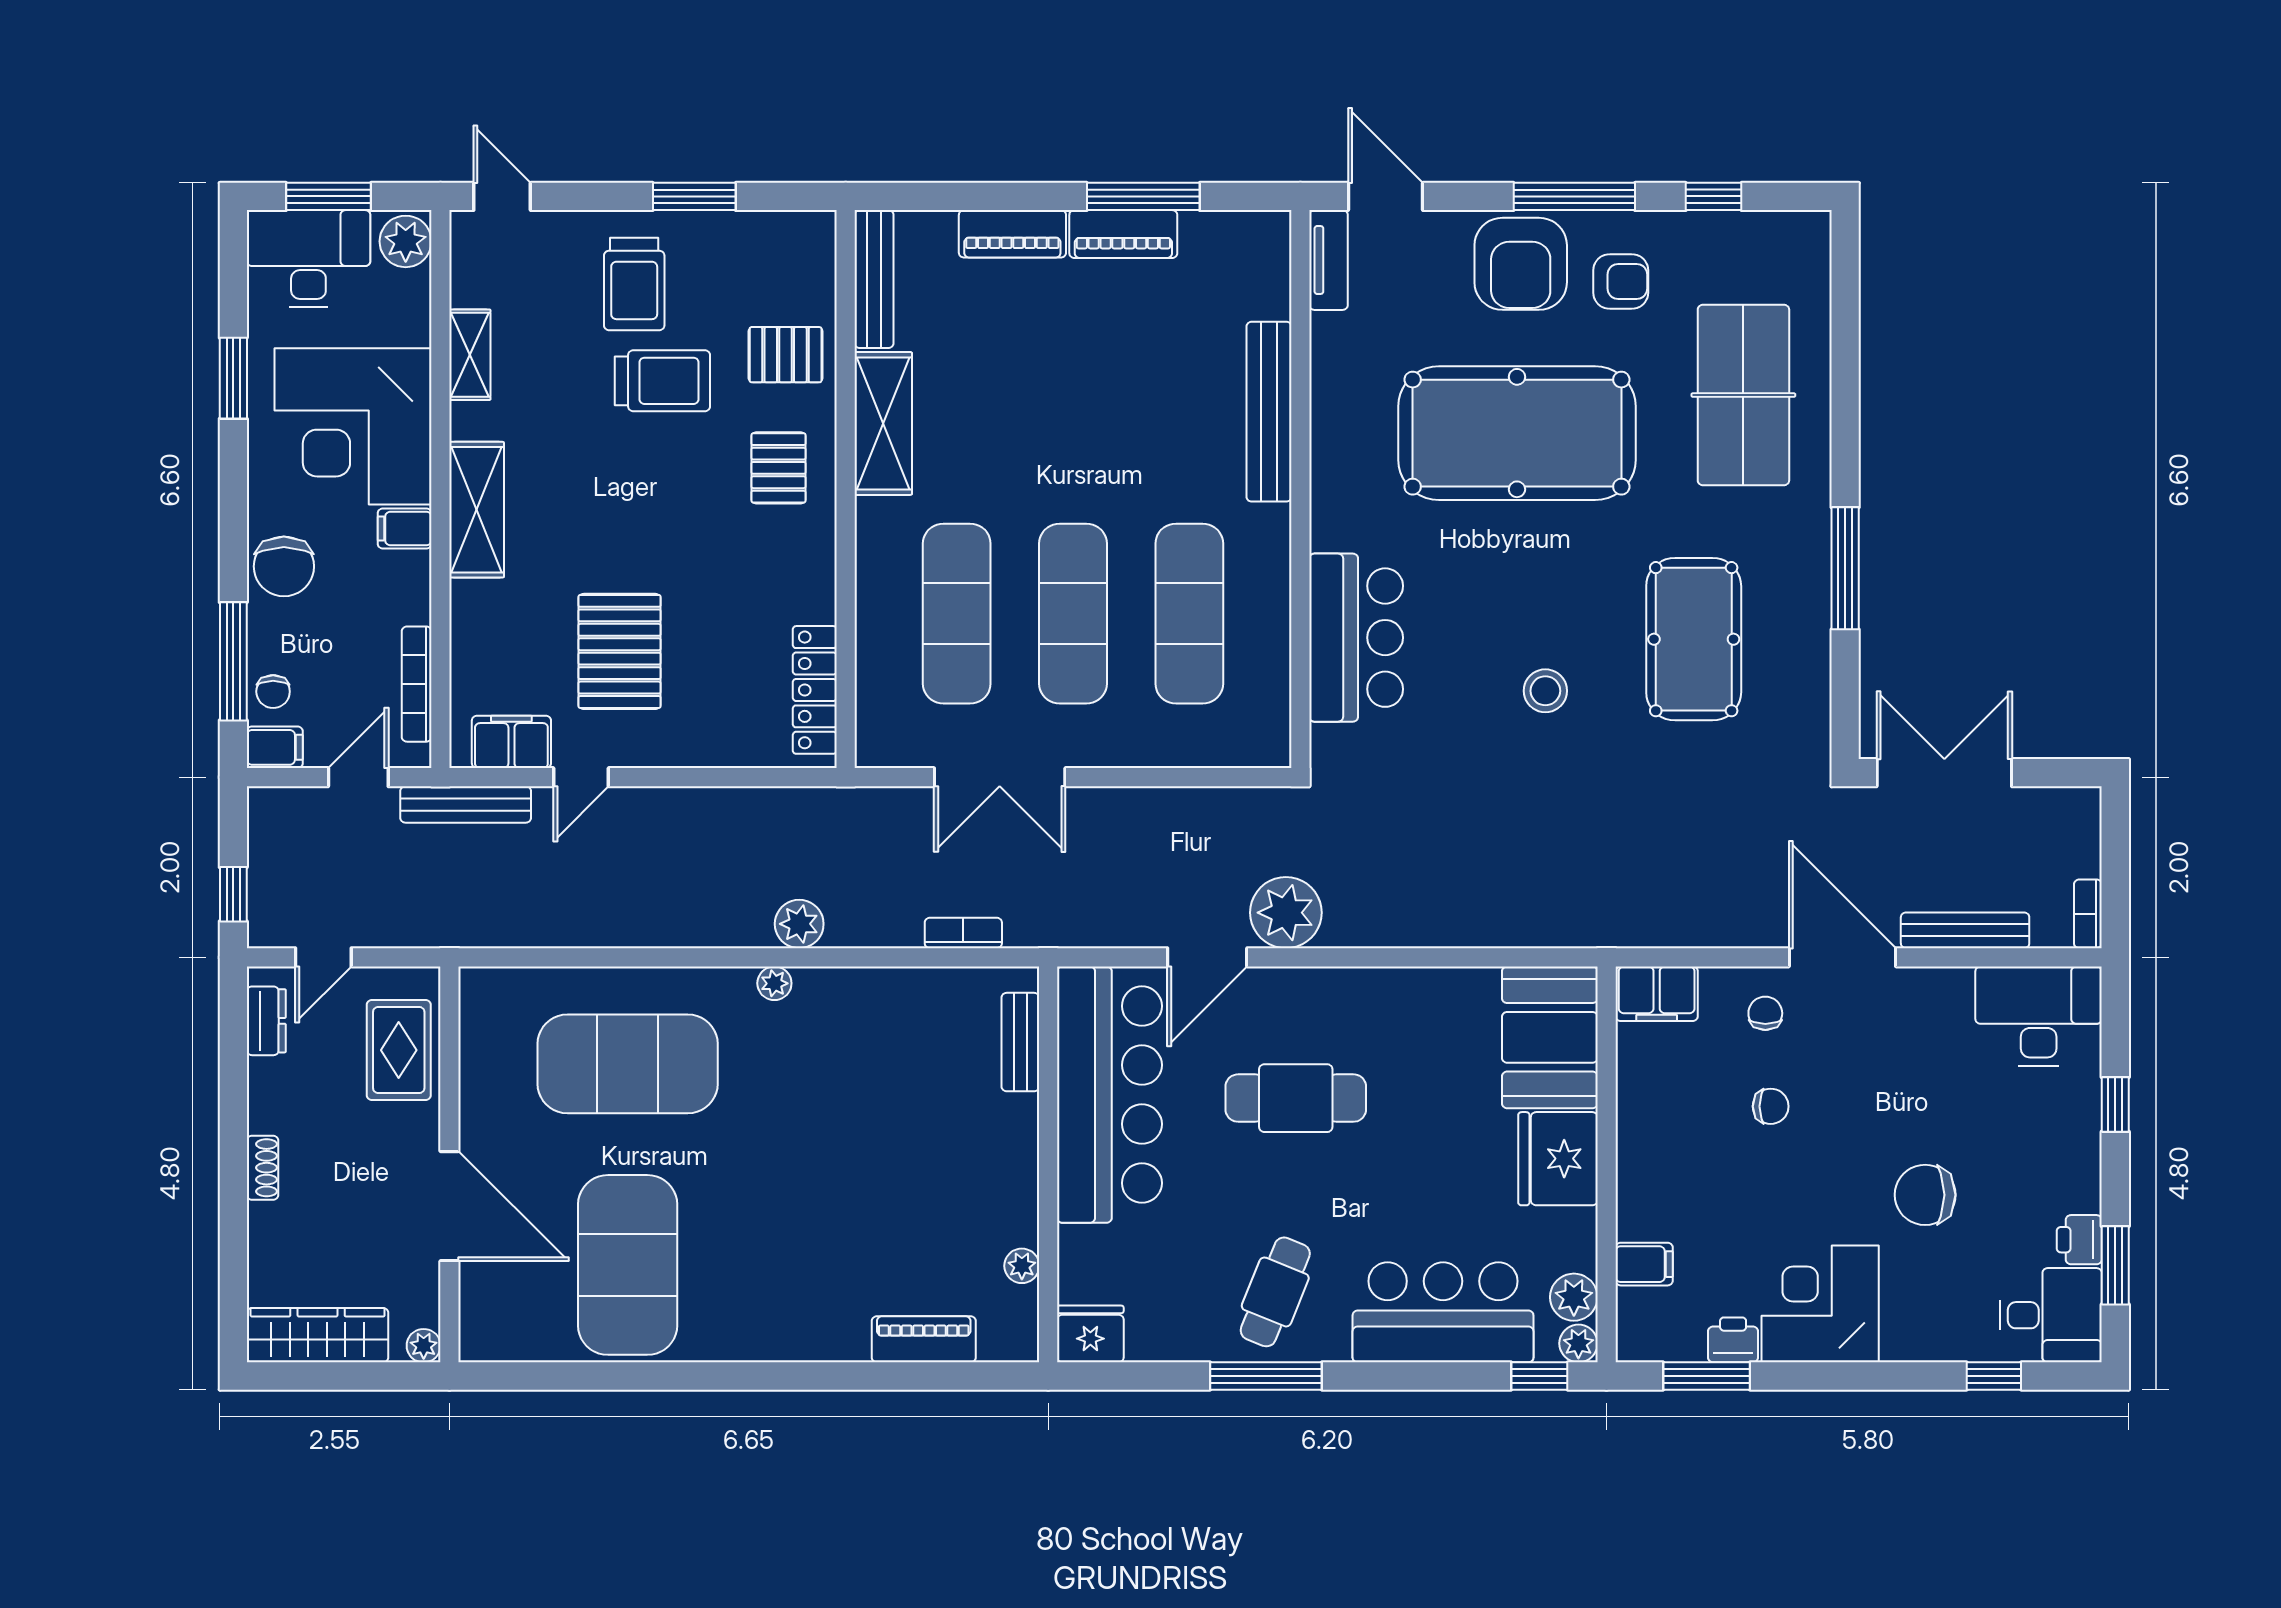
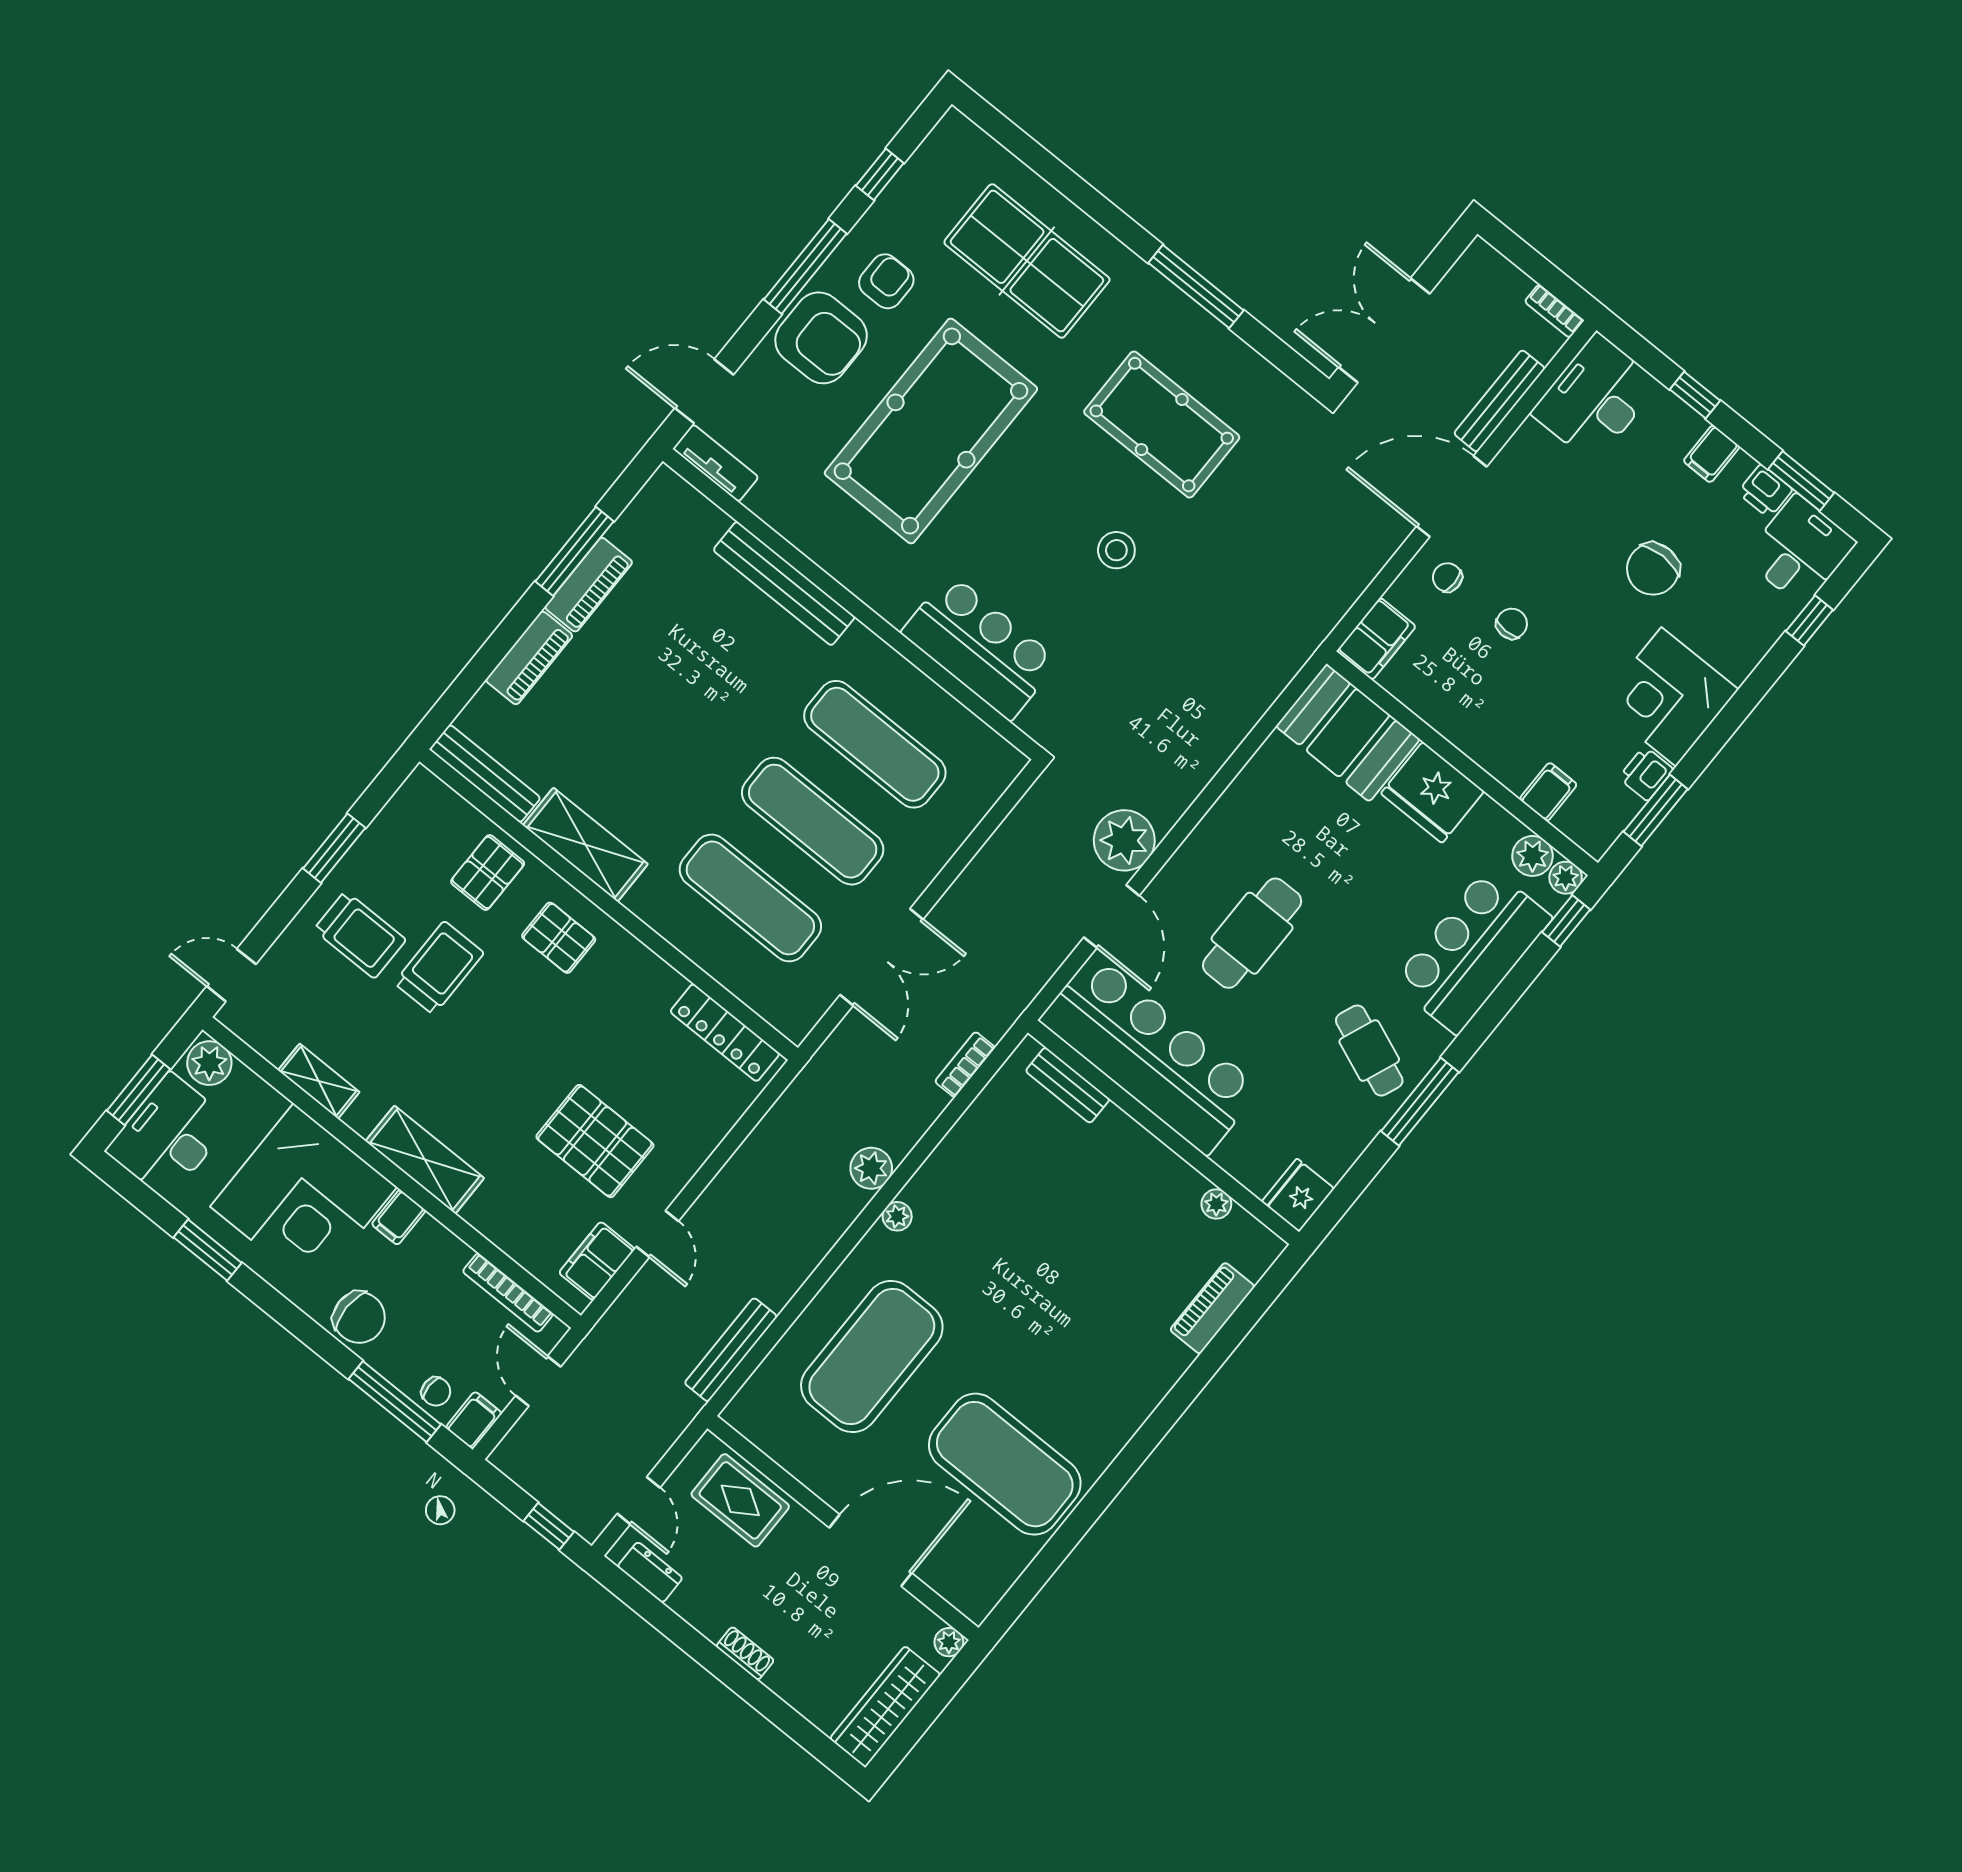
bench: (466, 804) -> (731, 1350), moved
filing cabinet: (2074, 1163) -> (1712, 454), added

